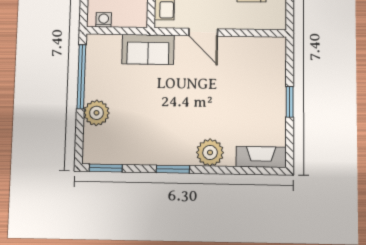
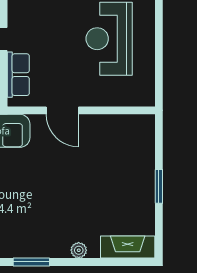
plant: (210, 153) -> (79, 250), width x0.53, depth x0.53

